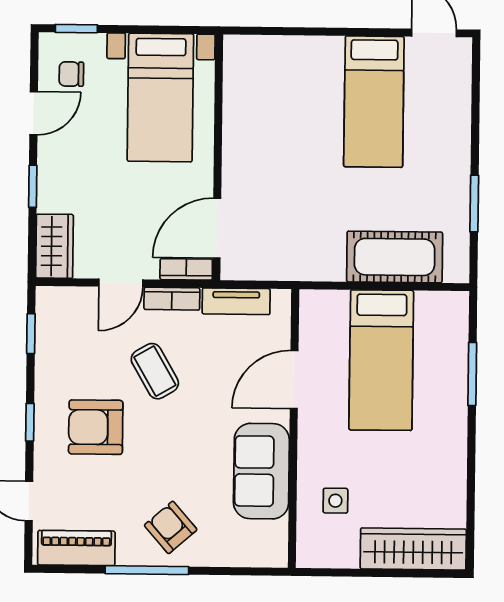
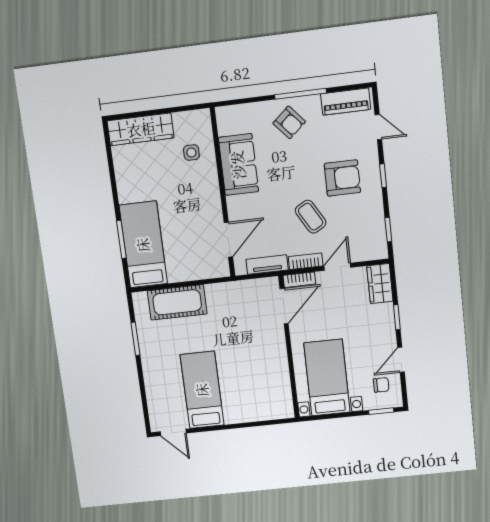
bed: (381, 360) -> (143, 245), moved
door: (294, 380) -> (228, 240), moved

